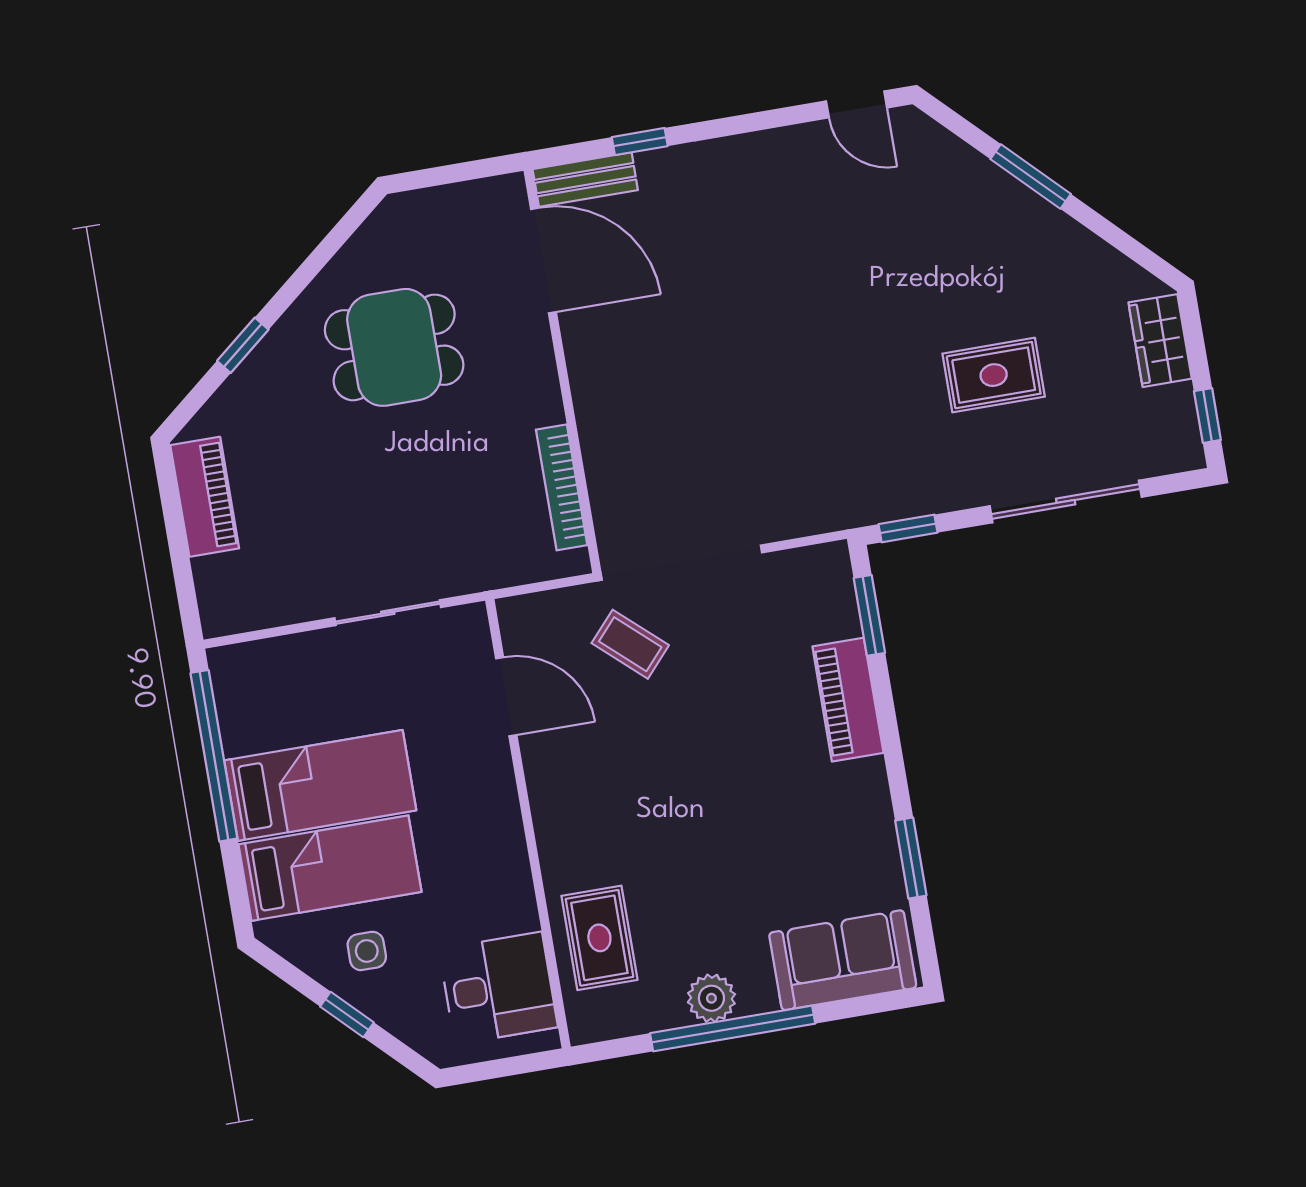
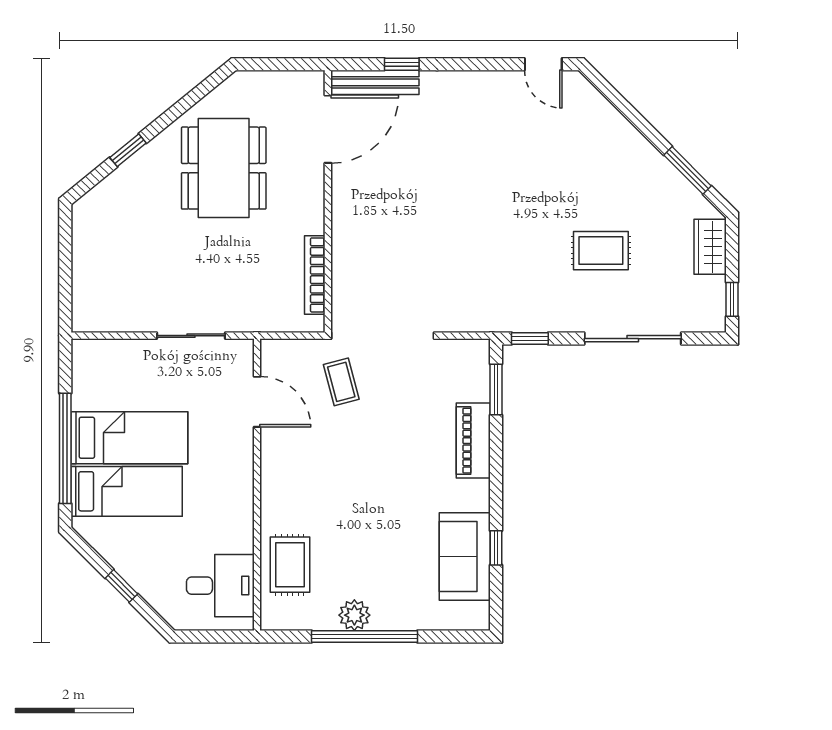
window: (1031, 177) -> (688, 170), moved
bench: (585, 180) -> (375, 82), width x1.36
door: (543, 261) -> (328, 129), hinge flipped
dining table: (394, 347) -> (224, 168), width x1.37
piano: (205, 497) -> (87, 242), removed
coffee table: (630, 644) -> (341, 382), turned 33
window: (214, 756) -> (65, 448), moved
window: (911, 858) -> (496, 548), width x0.67
side table: (367, 951) -> (141, 548), removed
sofa: (843, 960) -> (465, 556), moved, turned -90

